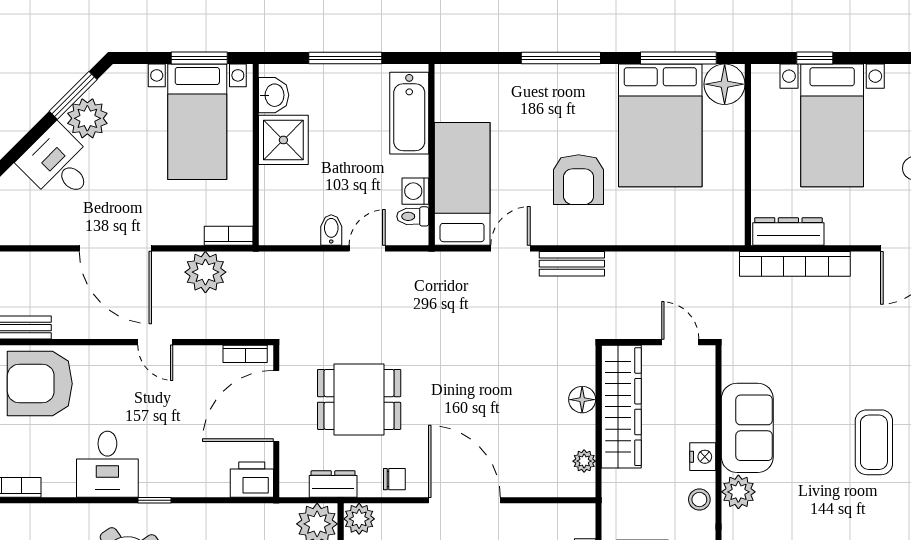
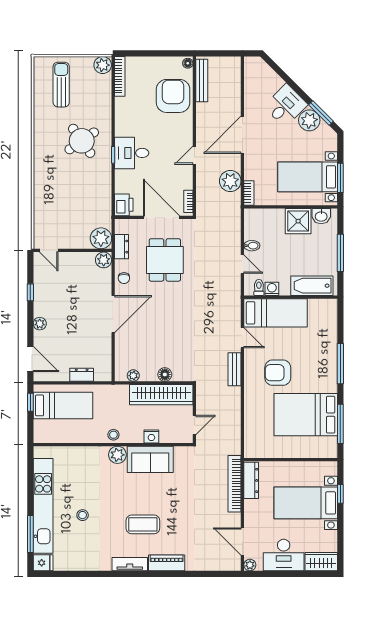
floor lamp: (725, 84) -> (327, 448), removed
nightstand: (703, 457) -> (151, 436), moved
desk: (107, 464) -> (132, 153), moved

